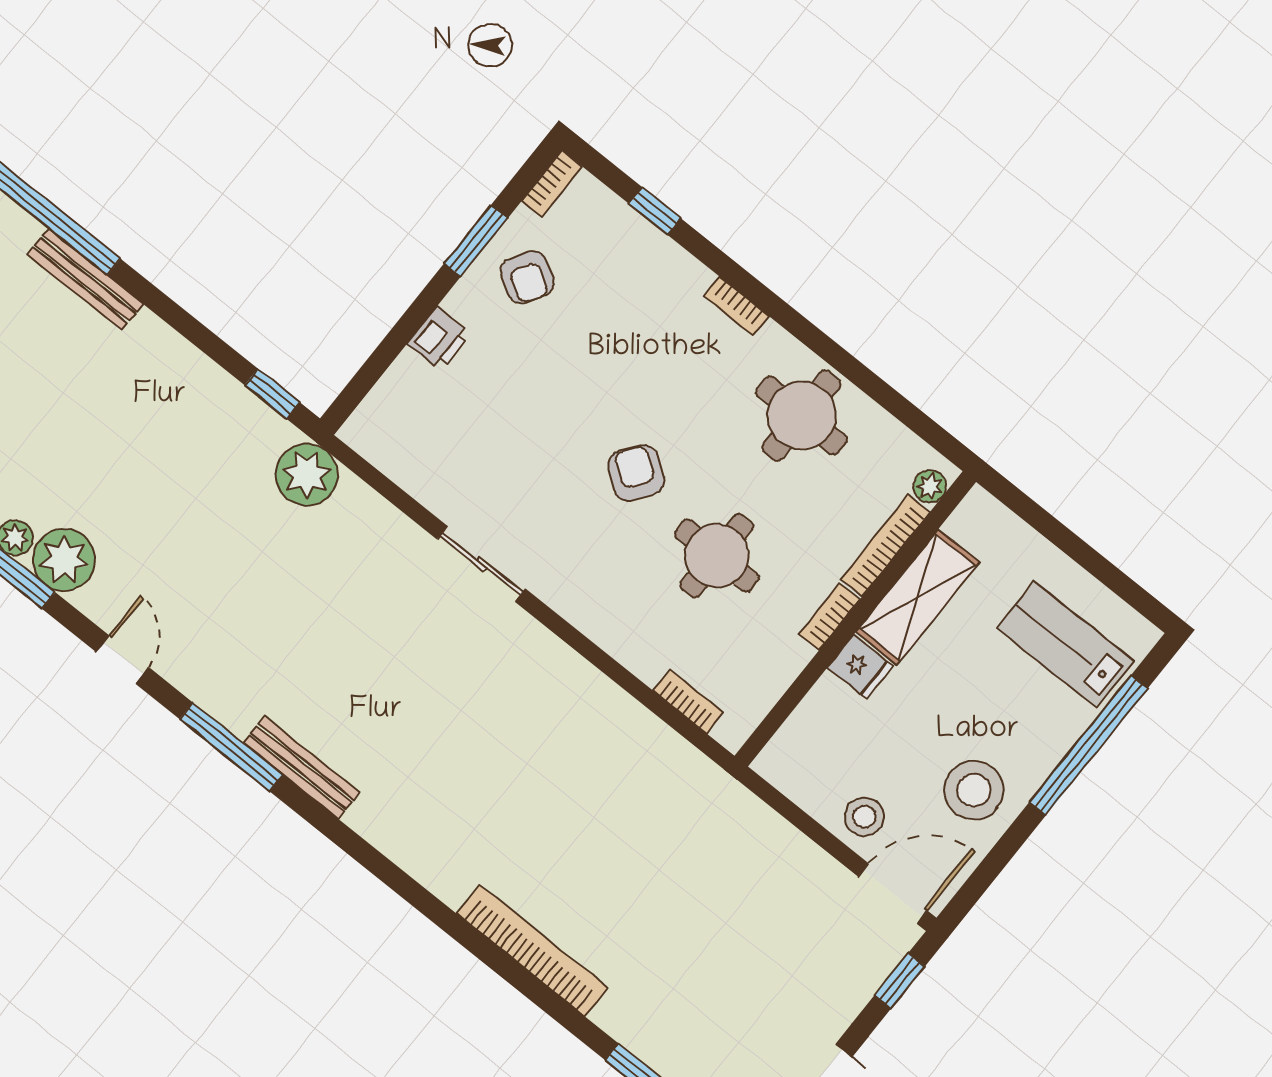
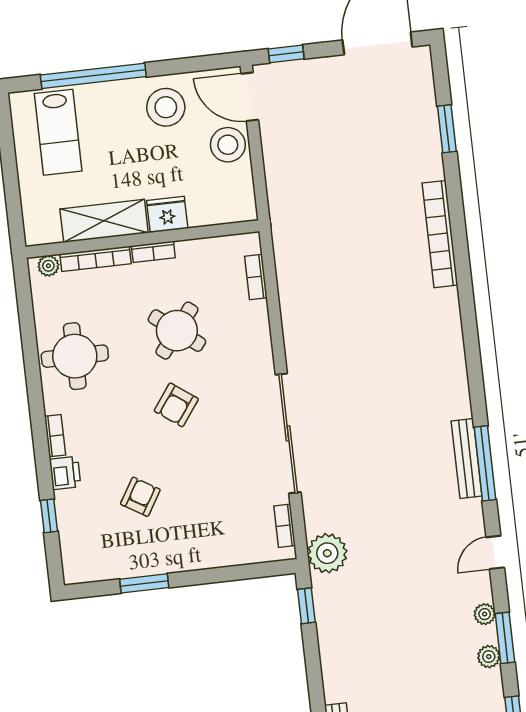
bookcase: (552, 184) -> (285, 526), moved, turned -90
armchair: (527, 277) -> (140, 497), moved
printer: (439, 339) -> (65, 473), moved, turned 90
round table: (717, 556) -> (177, 331), turned 38
plant: (64, 560) -> (485, 614), width x0.53, depth x0.53
sliding door: (481, 564) -> (288, 433), width x1.86
fridge: (860, 667) -> (167, 214), width x1.38
bench: (301, 768) -> (467, 459), moved
stool: (864, 817) -> (228, 145), width x1.38, depth x1.38

